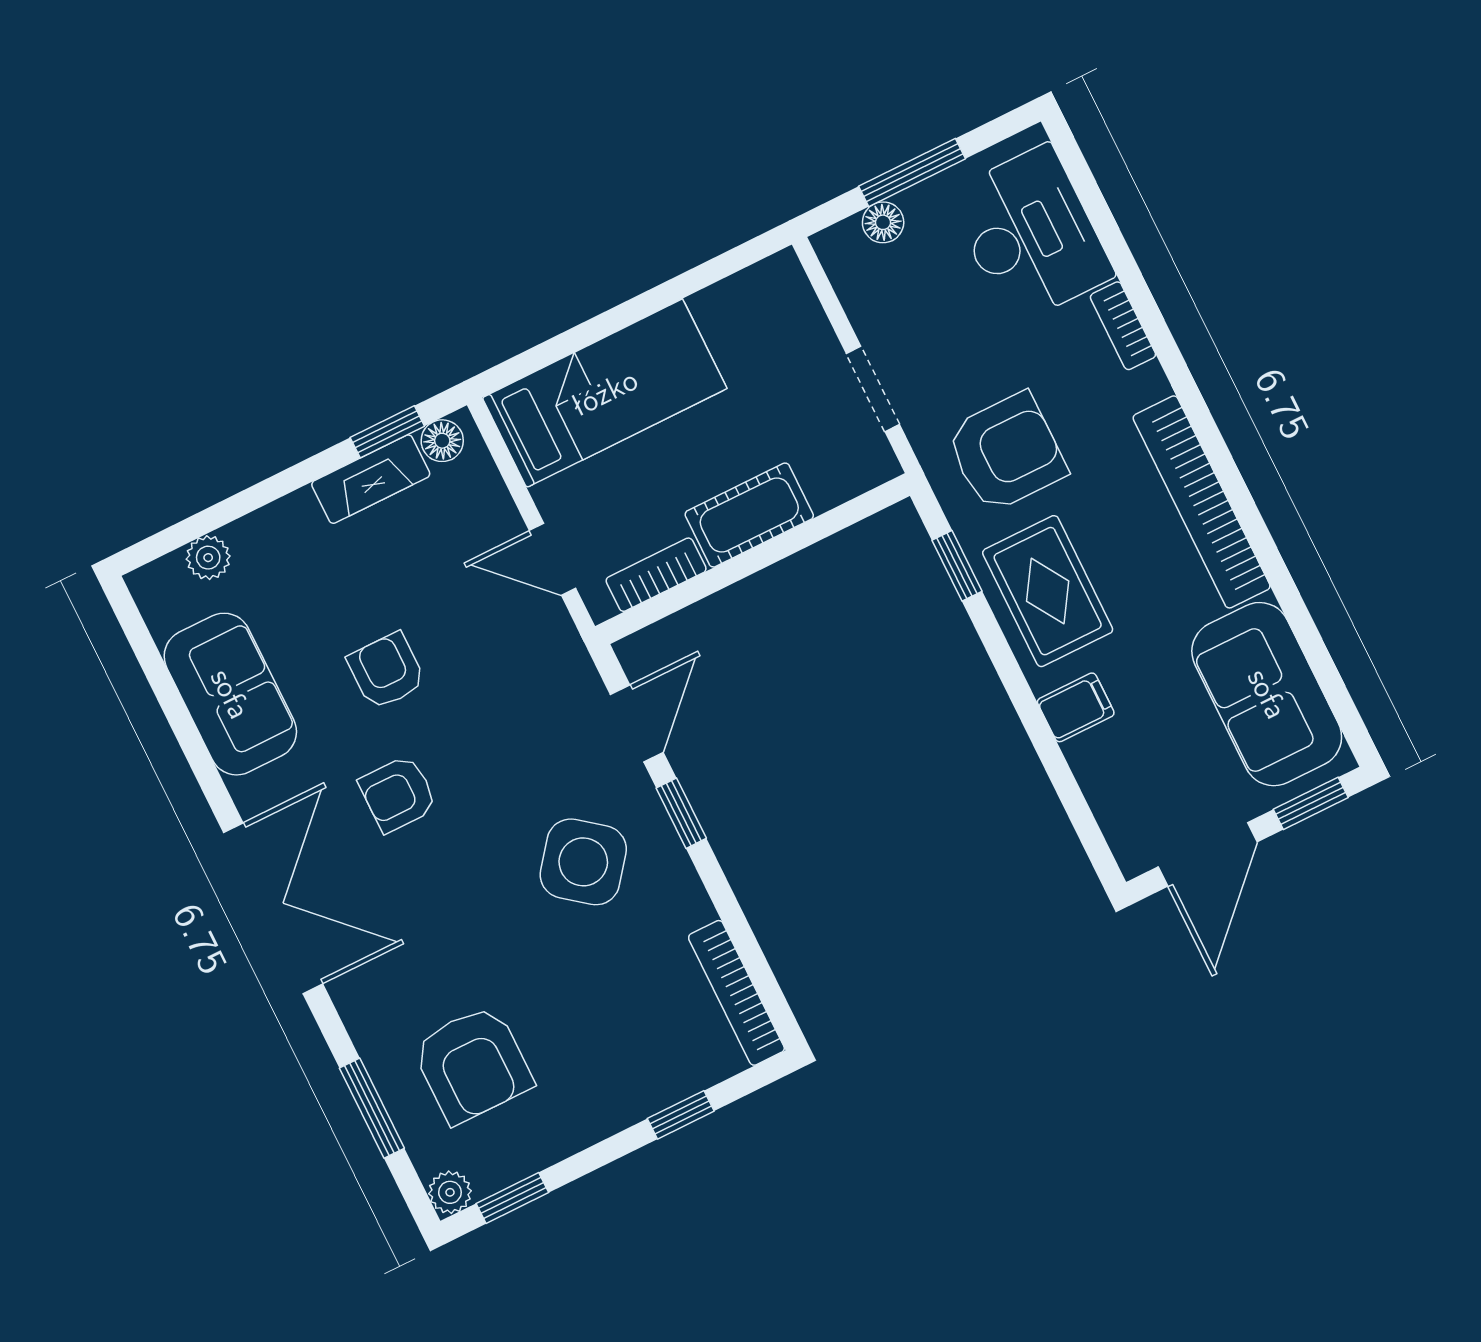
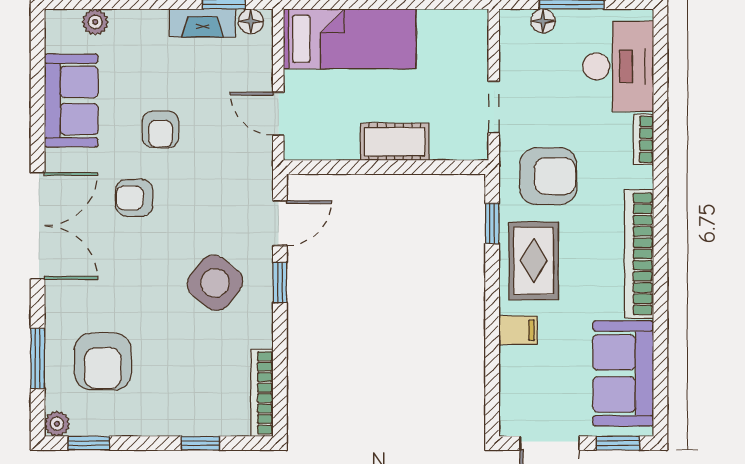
bookcase: (656, 575) -> (329, 149), removed
armchair: (386, 671) -> (160, 129), turned 180

